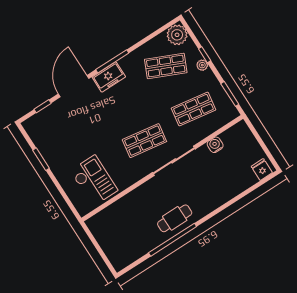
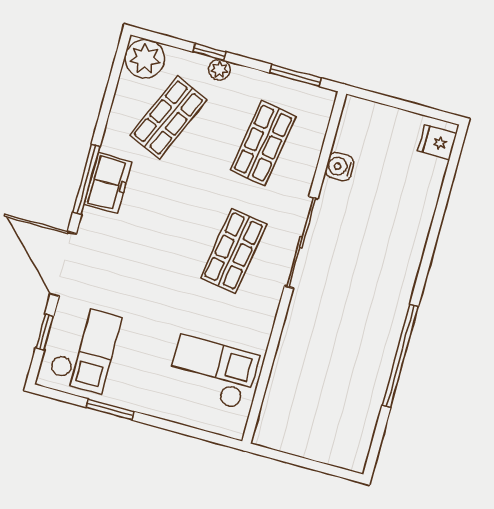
freezer: (109, 77) -> (108, 183), moved
checkout: (52, 127) -> (85, 348), added
cafe table: (175, 218) -> (376, 323), removed

